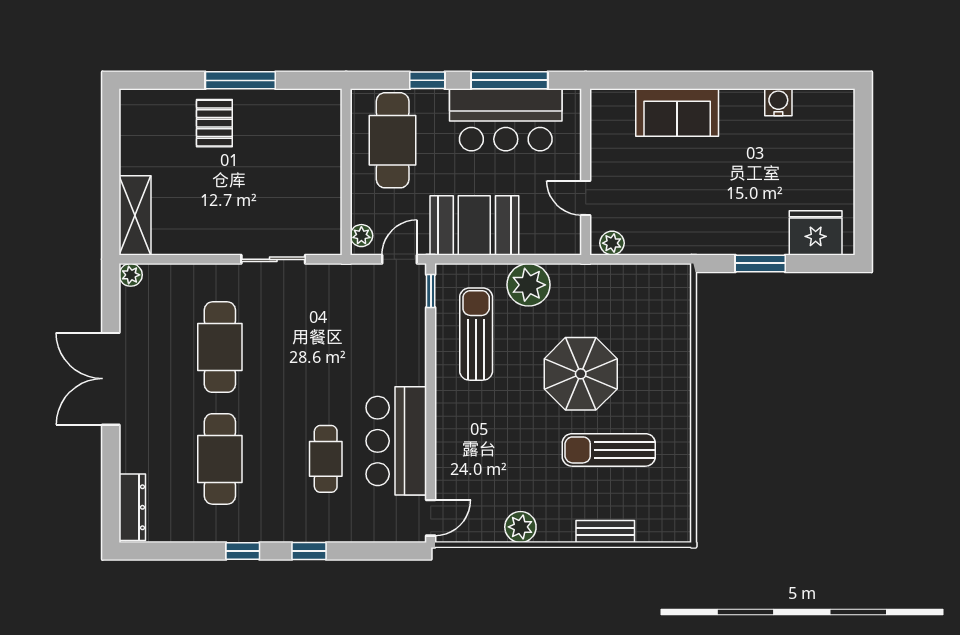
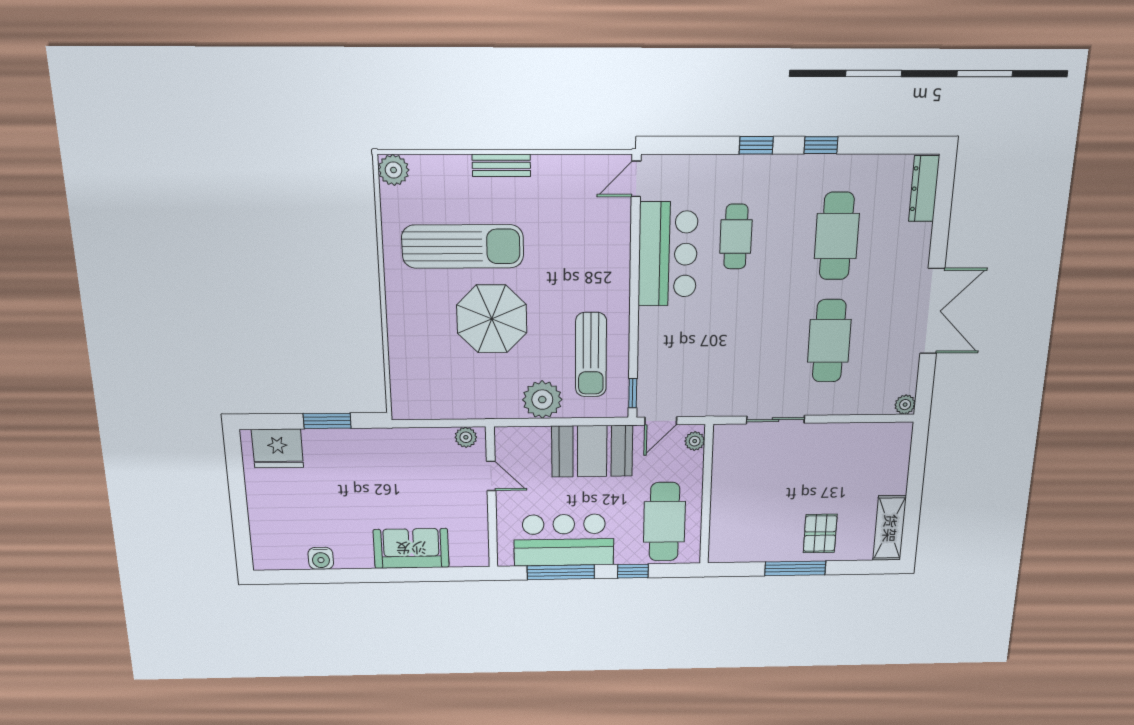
shelving: (135, 215) -> (890, 528), moved
sun lounger: (609, 450) -> (463, 246), width x1.36, depth x1.34
plant: (520, 527) -> (394, 170), moved
bench: (605, 531) -> (501, 165), moved

